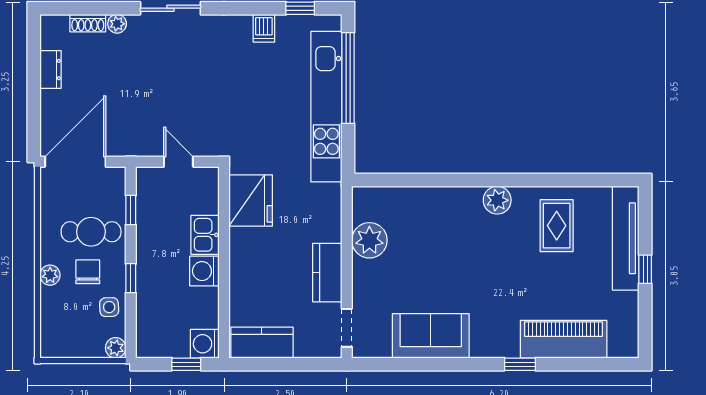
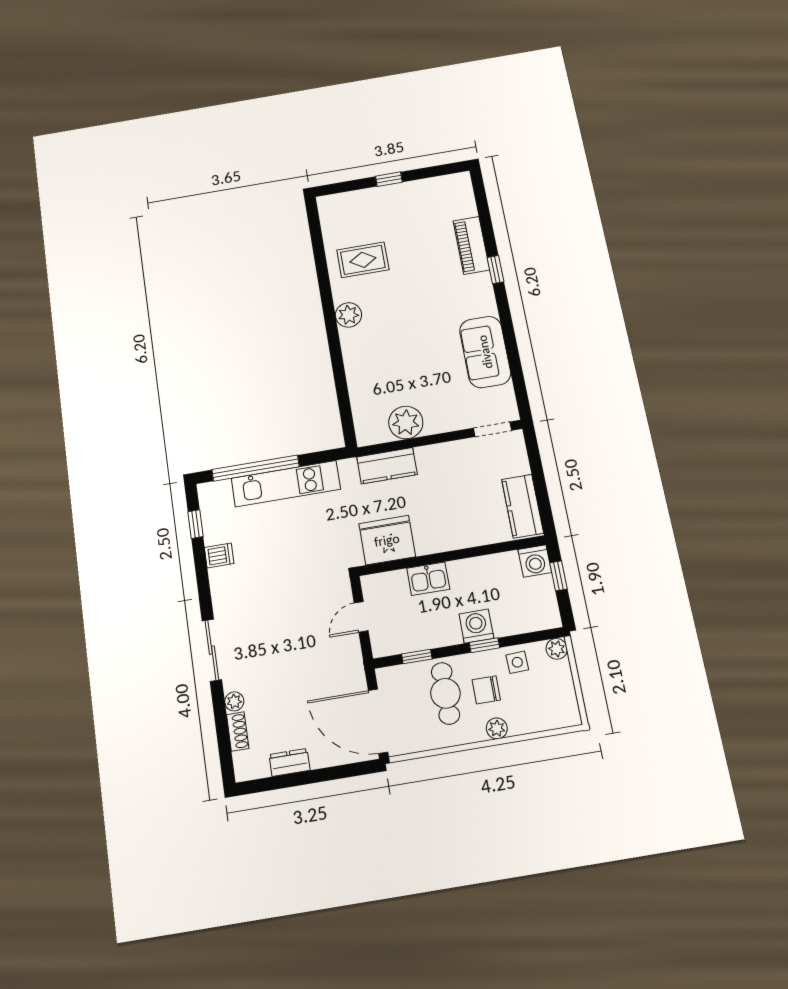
kitchen unit: (326, 107) -> (286, 484), width x0.73
tv unit: (626, 238) -> (364, 200), removed
washing machine: (204, 271) -> (476, 626), moved, turned 180
kitchen counter: (327, 273) -> (387, 466), moved
piano: (564, 339) -> (471, 245), width x0.73, depth x0.75

